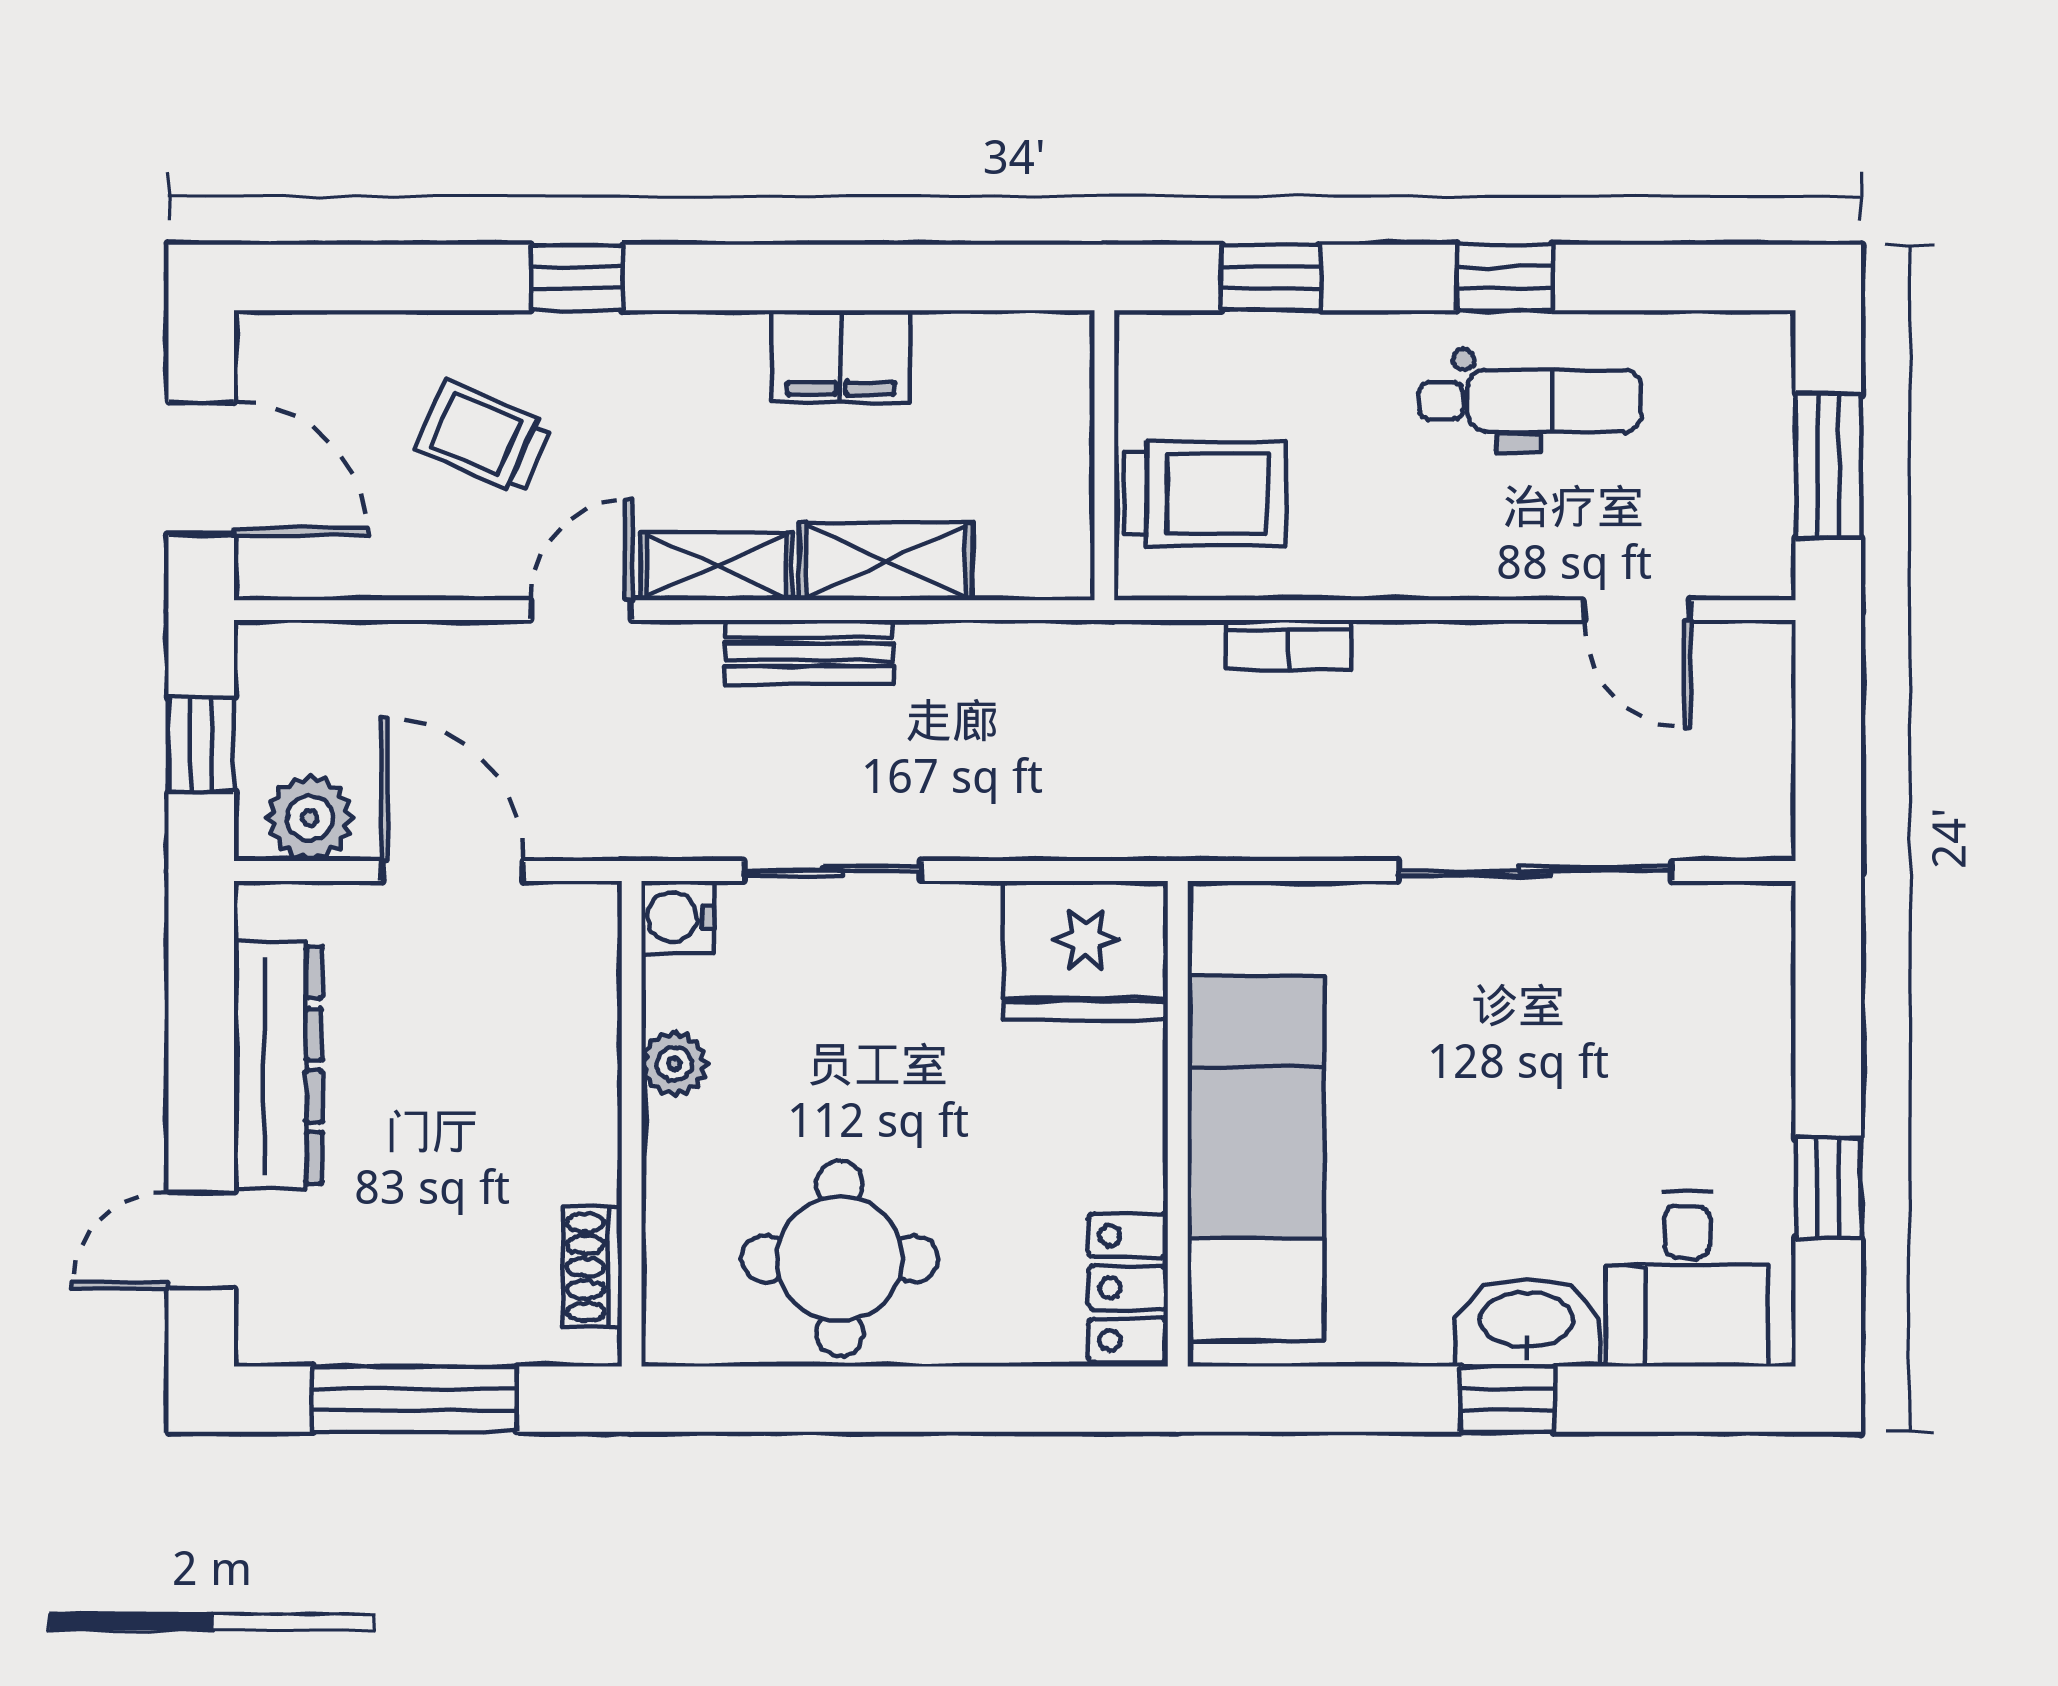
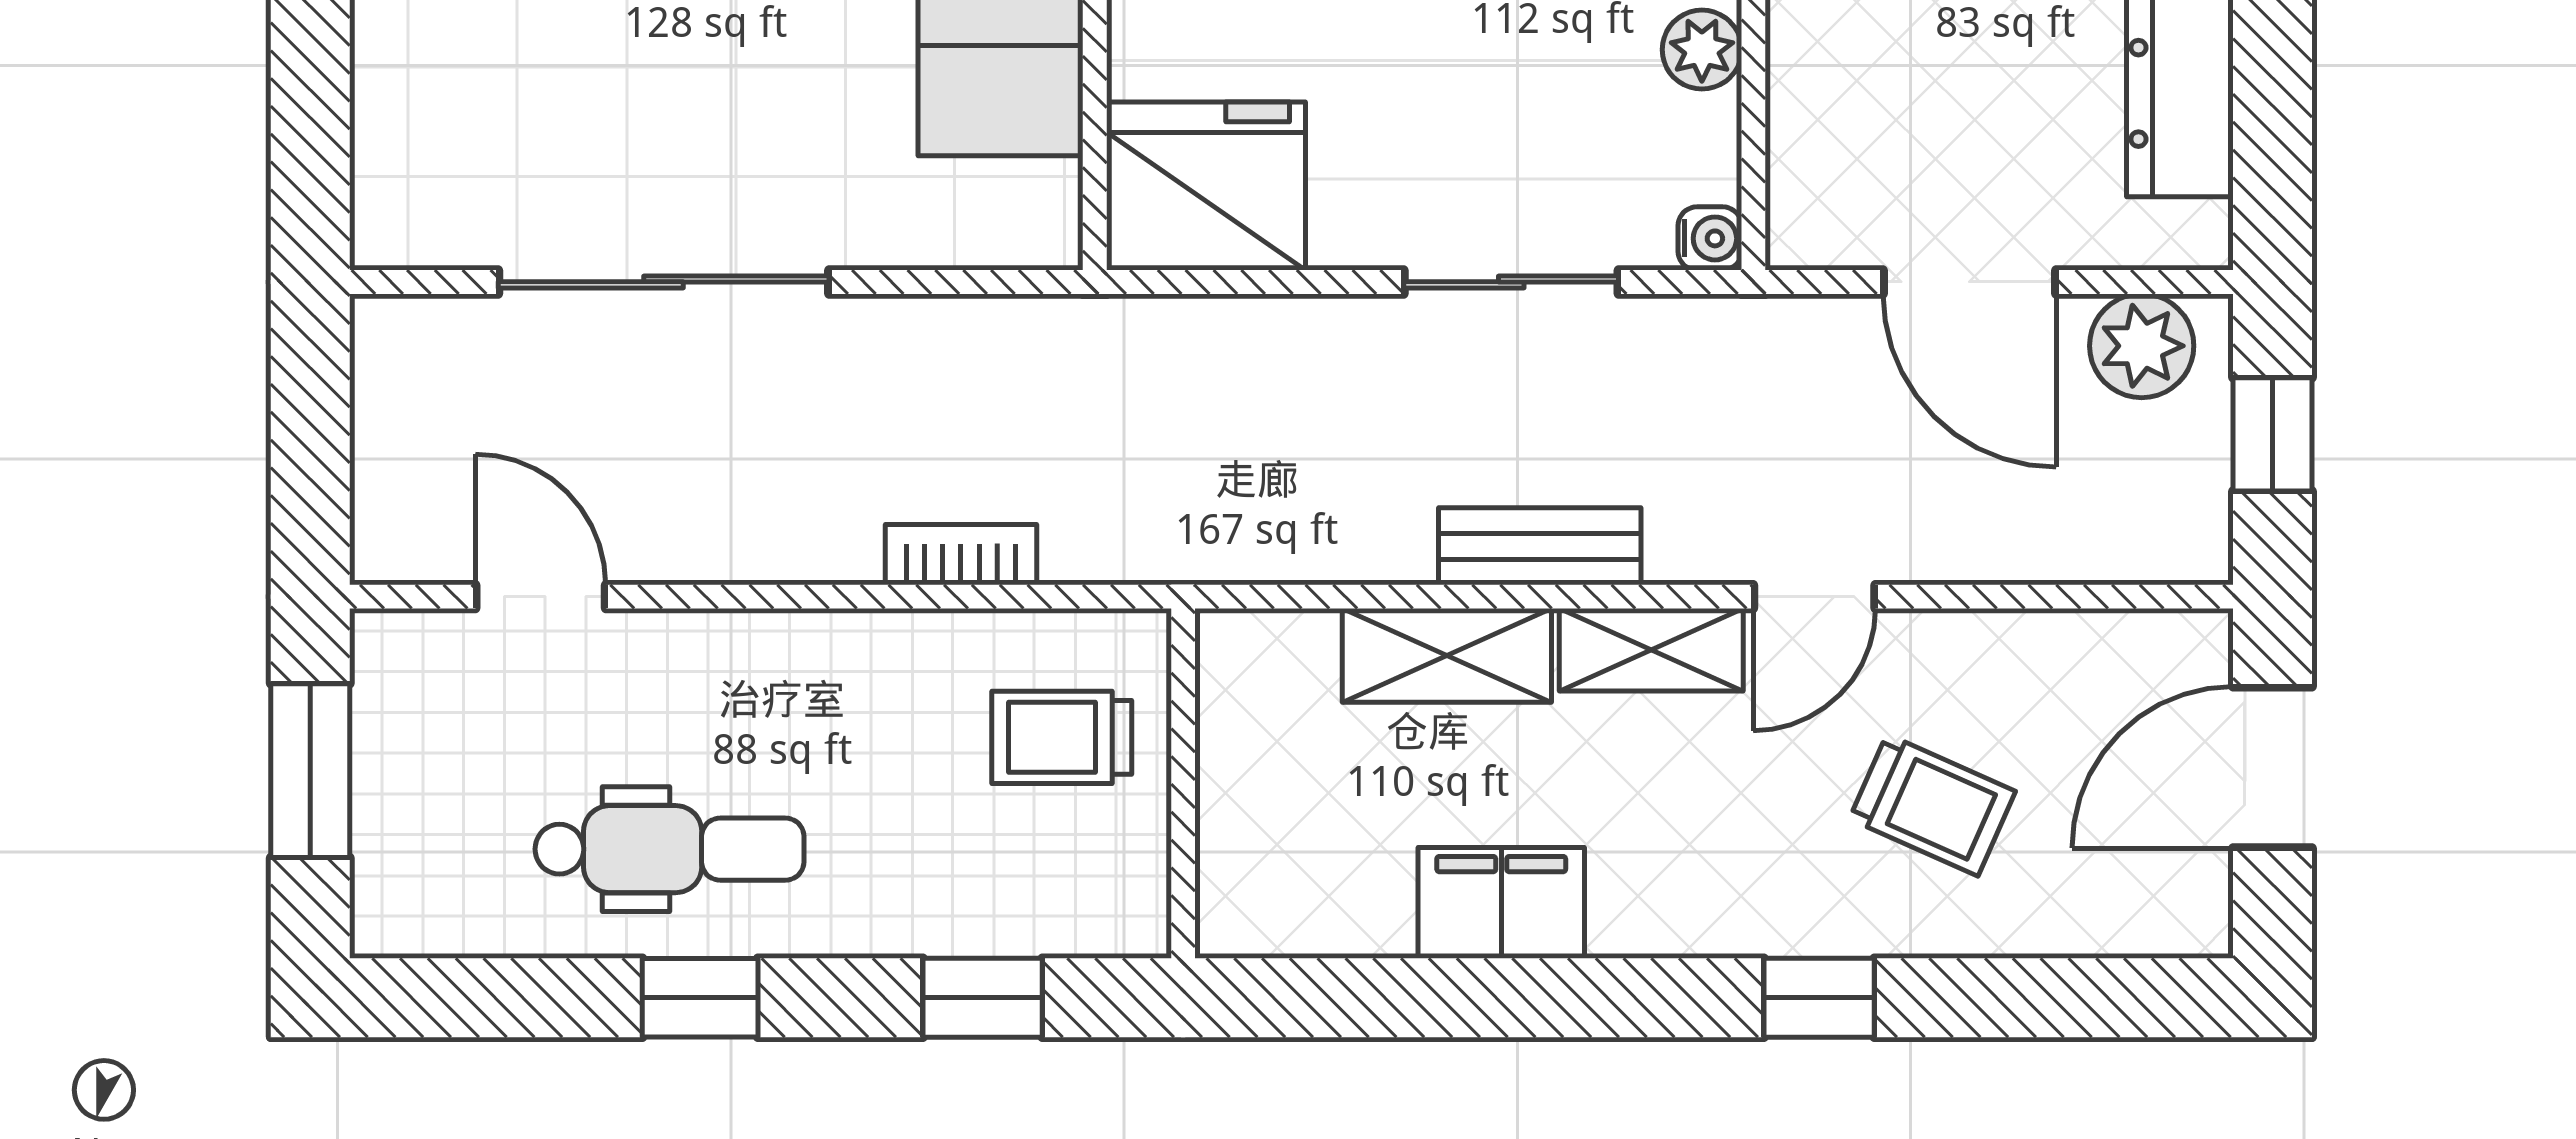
dental chair: (1530, 401) -> (670, 849), turned 180
door: (201, 469) -> (2272, 767), hinge flipped
trolley: (1205, 493) -> (1062, 737), width x0.73, depth x0.72
water cooler: (678, 917) -> (1710, 238), width x0.72, depth x0.72

